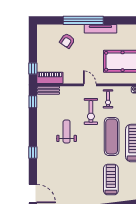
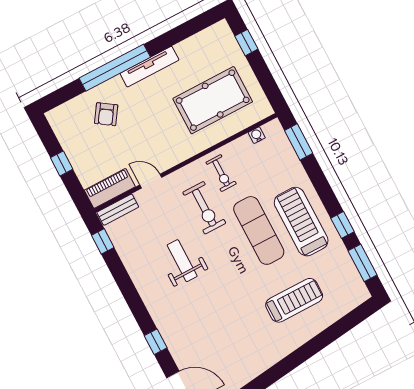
window: (33, 68) -> (62, 163), moved
door: (90, 85) -> (151, 181), moved
window: (33, 153) -> (156, 342), moved
treadmill: (111, 180) -> (294, 300), turned 90

